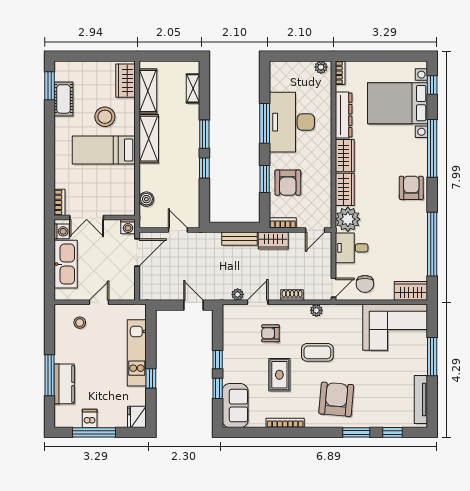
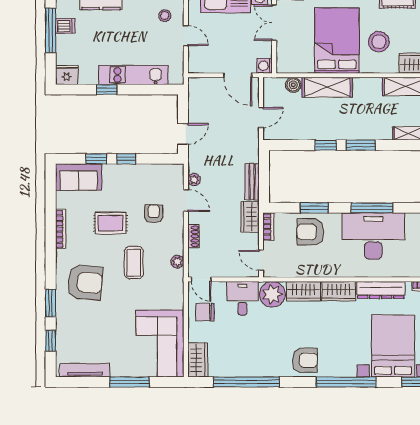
shelving: (149, 139) -> (327, 87), moved
bed: (104, 150) -> (337, 41), width x1.50

